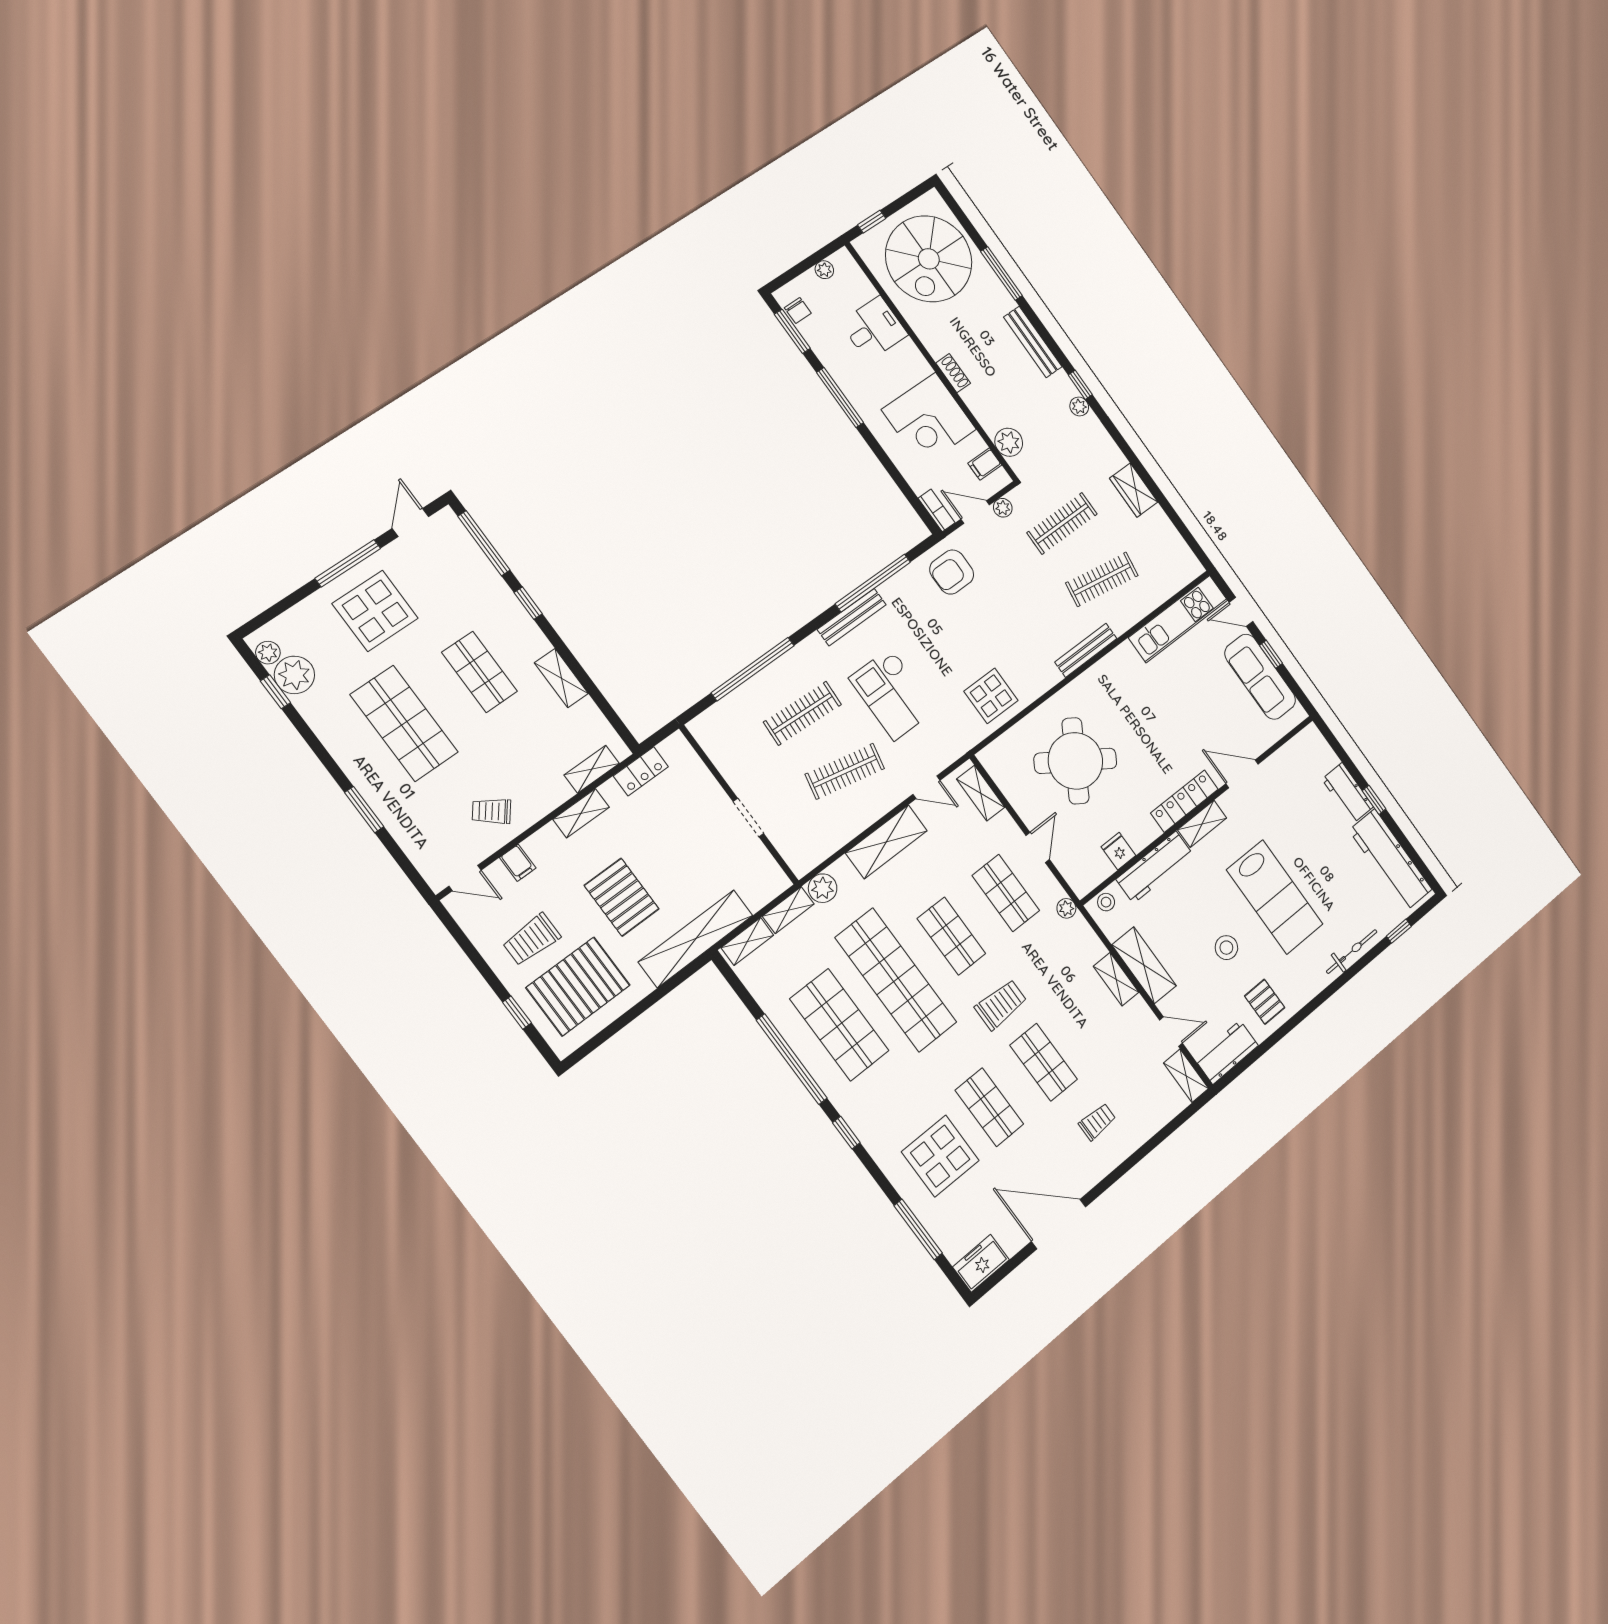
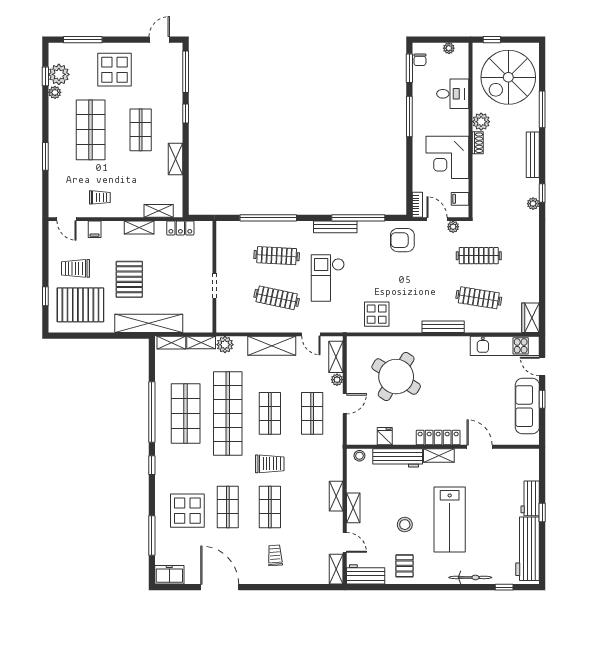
plant: (1009, 442) -> (481, 122), moved
wardrobe: (1134, 490) -> (531, 318), moved
window: (348, 563) -> (83, 40), moved
plant: (268, 653) -> (55, 92), moved
trolley: (491, 811) -> (100, 197), turned 142
plant: (1066, 908) -> (337, 380), moved
shelving: (1144, 965) -> (353, 508), width x0.67, depth x0.75
trolley: (1097, 1122) -> (275, 555), turned -94

